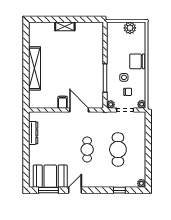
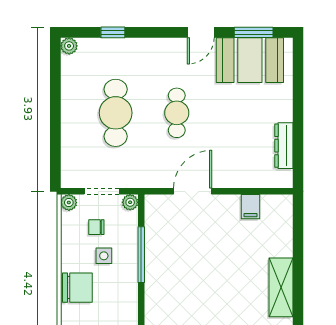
shelving: (35, 68) -> (281, 287), width x0.68
filing cabinet: (63, 102) -> (251, 207), moved
door: (79, 110) -> (193, 191), swing flipped

